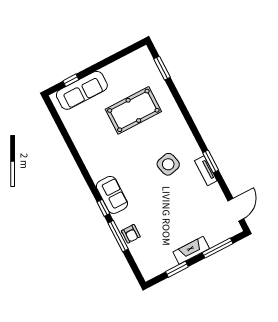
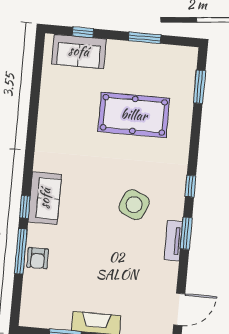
window: (110, 60) -> (145, 38), added
sofa: (82, 90) -> (79, 51), width x0.73
window: (195, 131) -> (190, 186), added
side table: (168, 164) -> (134, 205), turned 37

